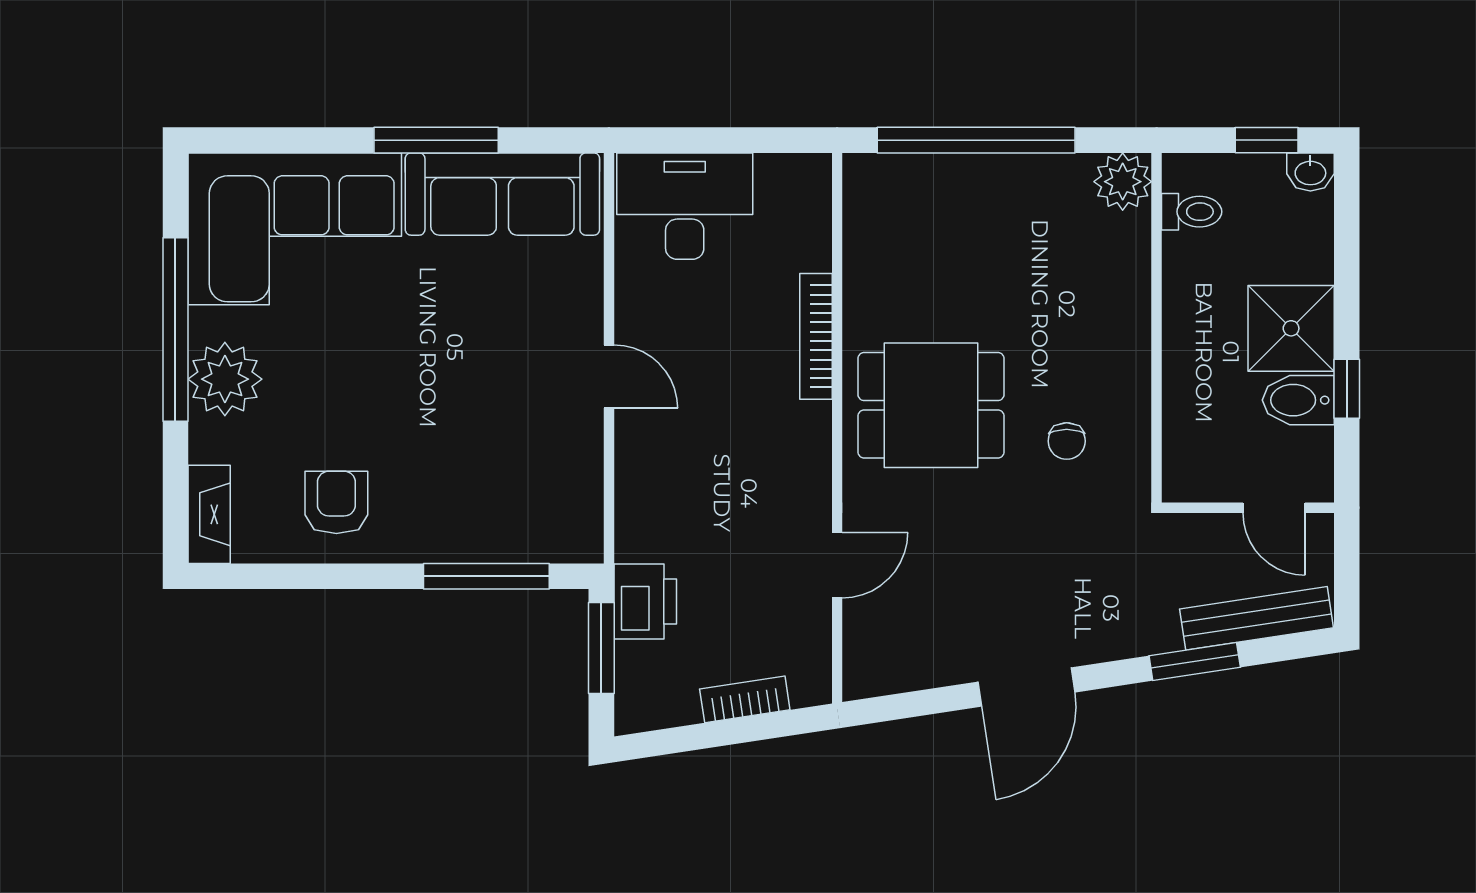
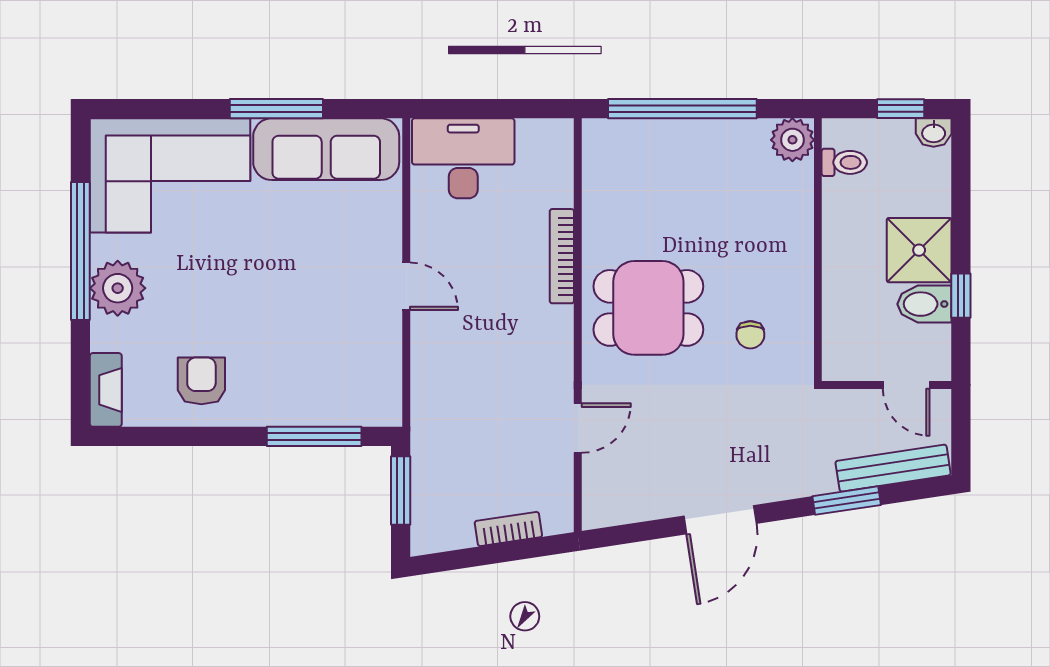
printer: (645, 601) -> (434, 455), removed

